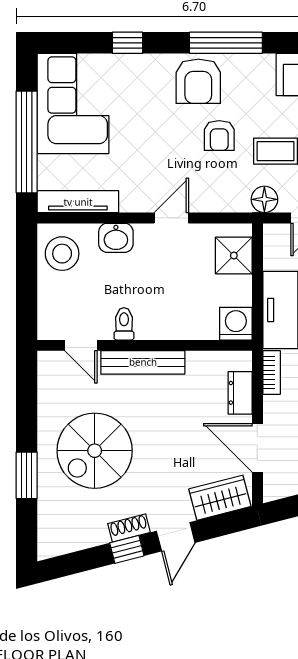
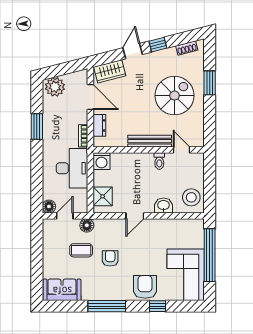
armchair: (198, 81) -> (145, 287), moved
tv unit: (78, 202) -> (183, 224), removed
shoe rack: (129, 528) -> (187, 48), moved

